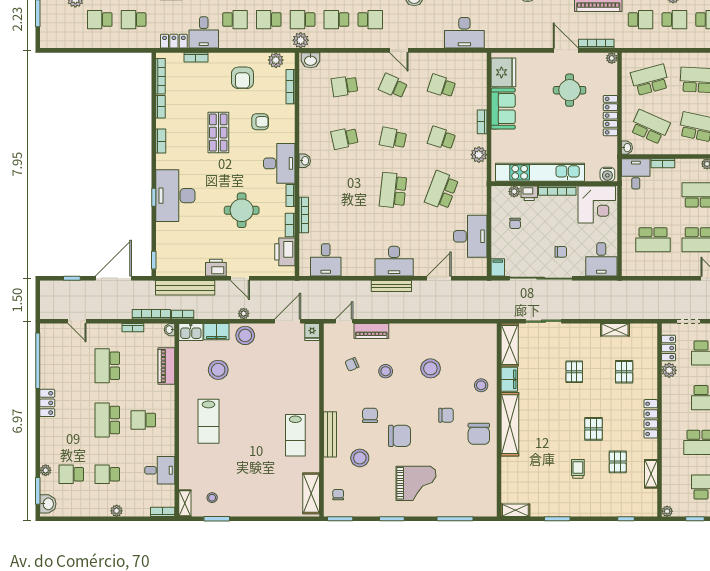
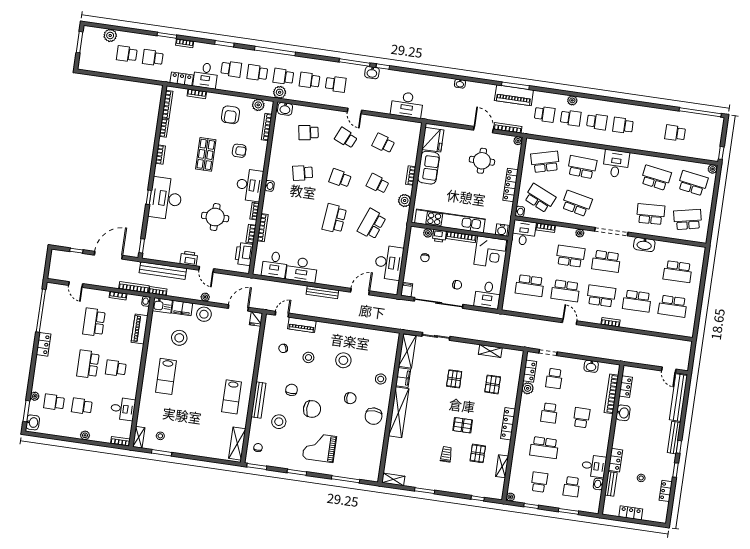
desk: (394, 261) -> (302, 270), moved
pallet: (593, 429) -> (463, 425), turned 90
grand piano: (416, 483) -> (319, 447), turned 180

